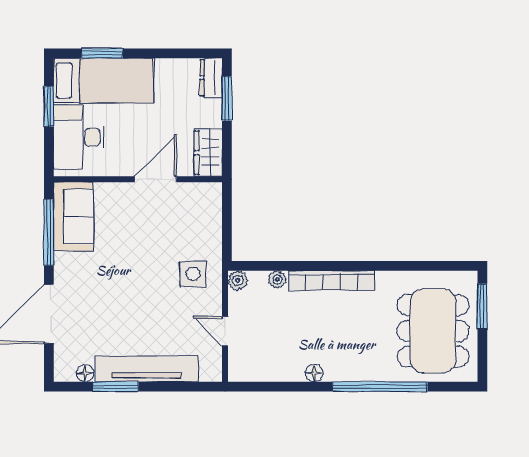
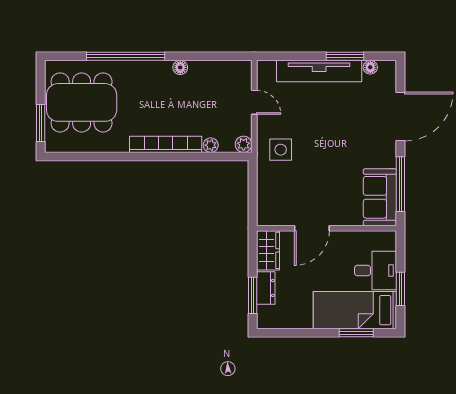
dresser: (211, 78) -> (266, 288), moved
desk: (79, 137) -> (375, 270), width x0.73
dining table: (433, 331) -> (82, 102), turned 90

